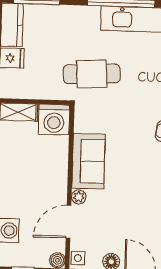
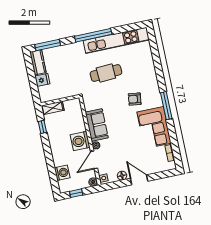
cafe table: (92, 74) -> (106, 73), moved
washing machine: (54, 120) -> (80, 141), moved, turned 90

